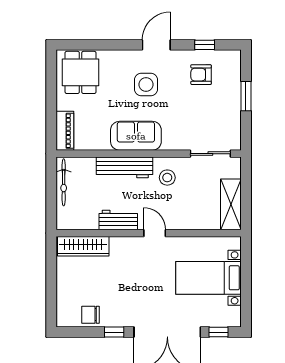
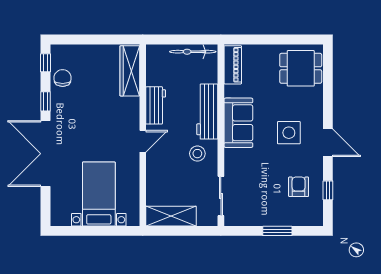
piano: (65, 131) -> (233, 65), moved, turned -90
window: (219, 332) -> (45, 63), moved

